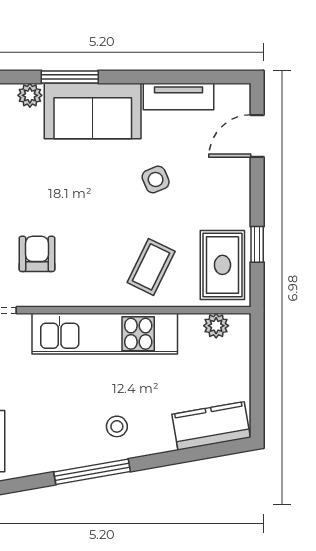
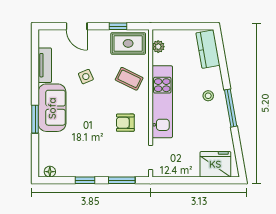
plant: (30, 95) -> (44, 139), removed
door: (257, 136) -> (77, 26), moved
armchair: (37, 254) -> (125, 123), moved

